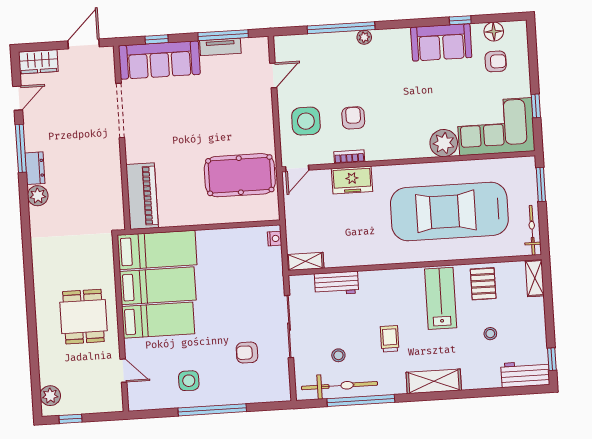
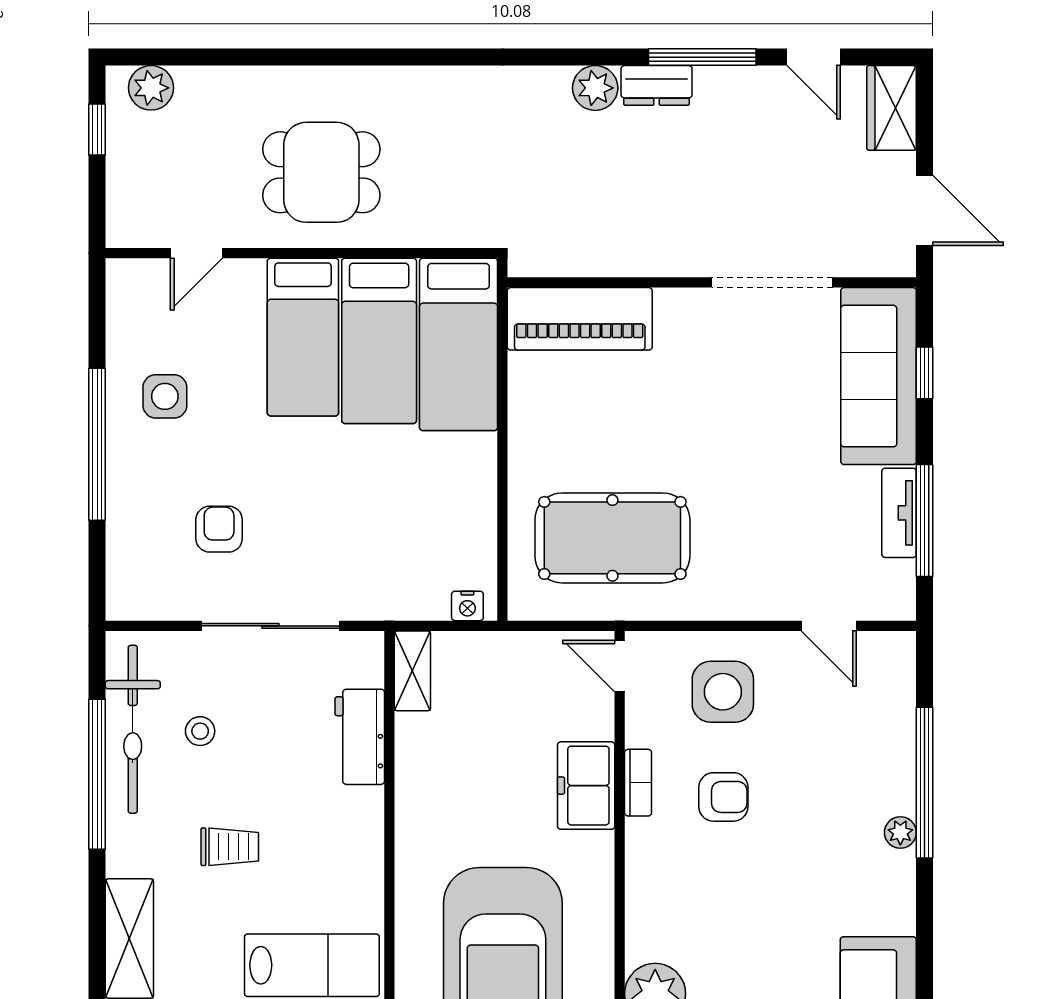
pool table: (240, 175) -> (612, 538), turned 90

